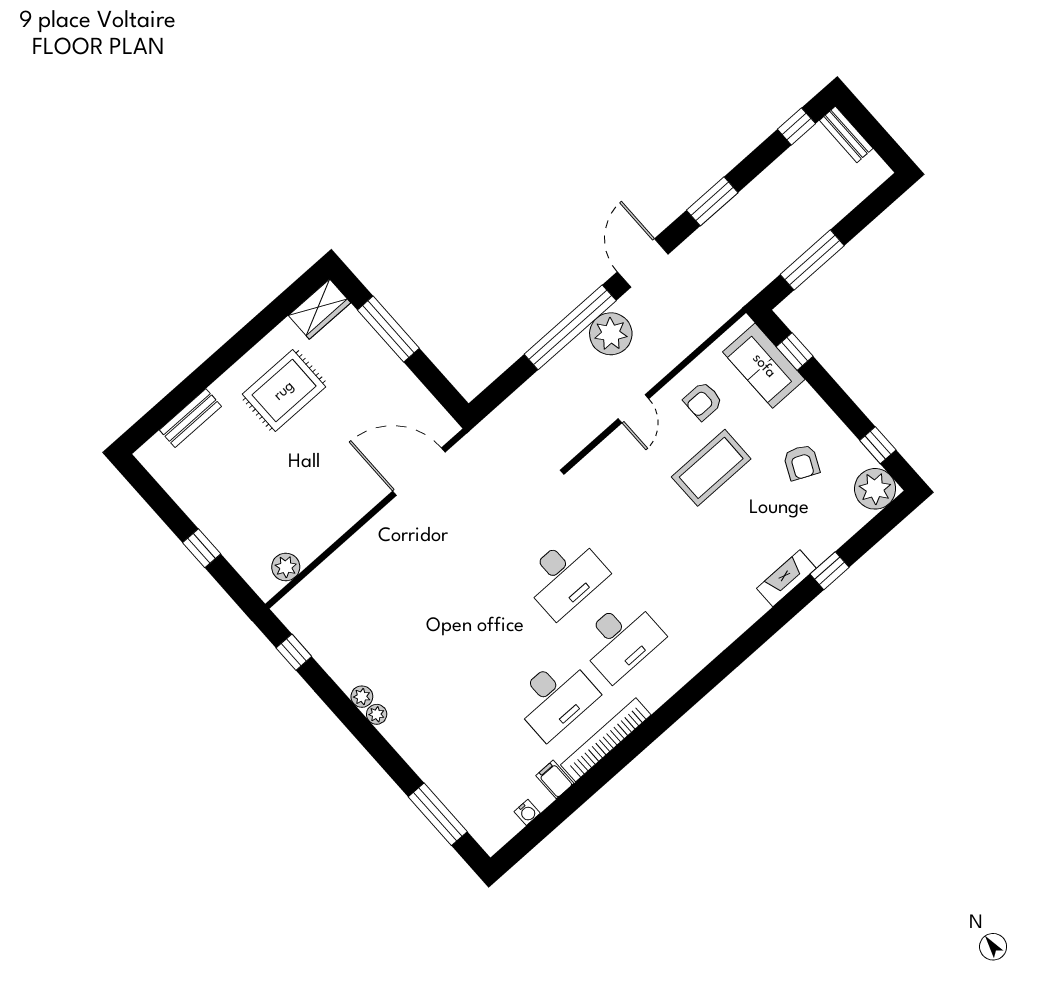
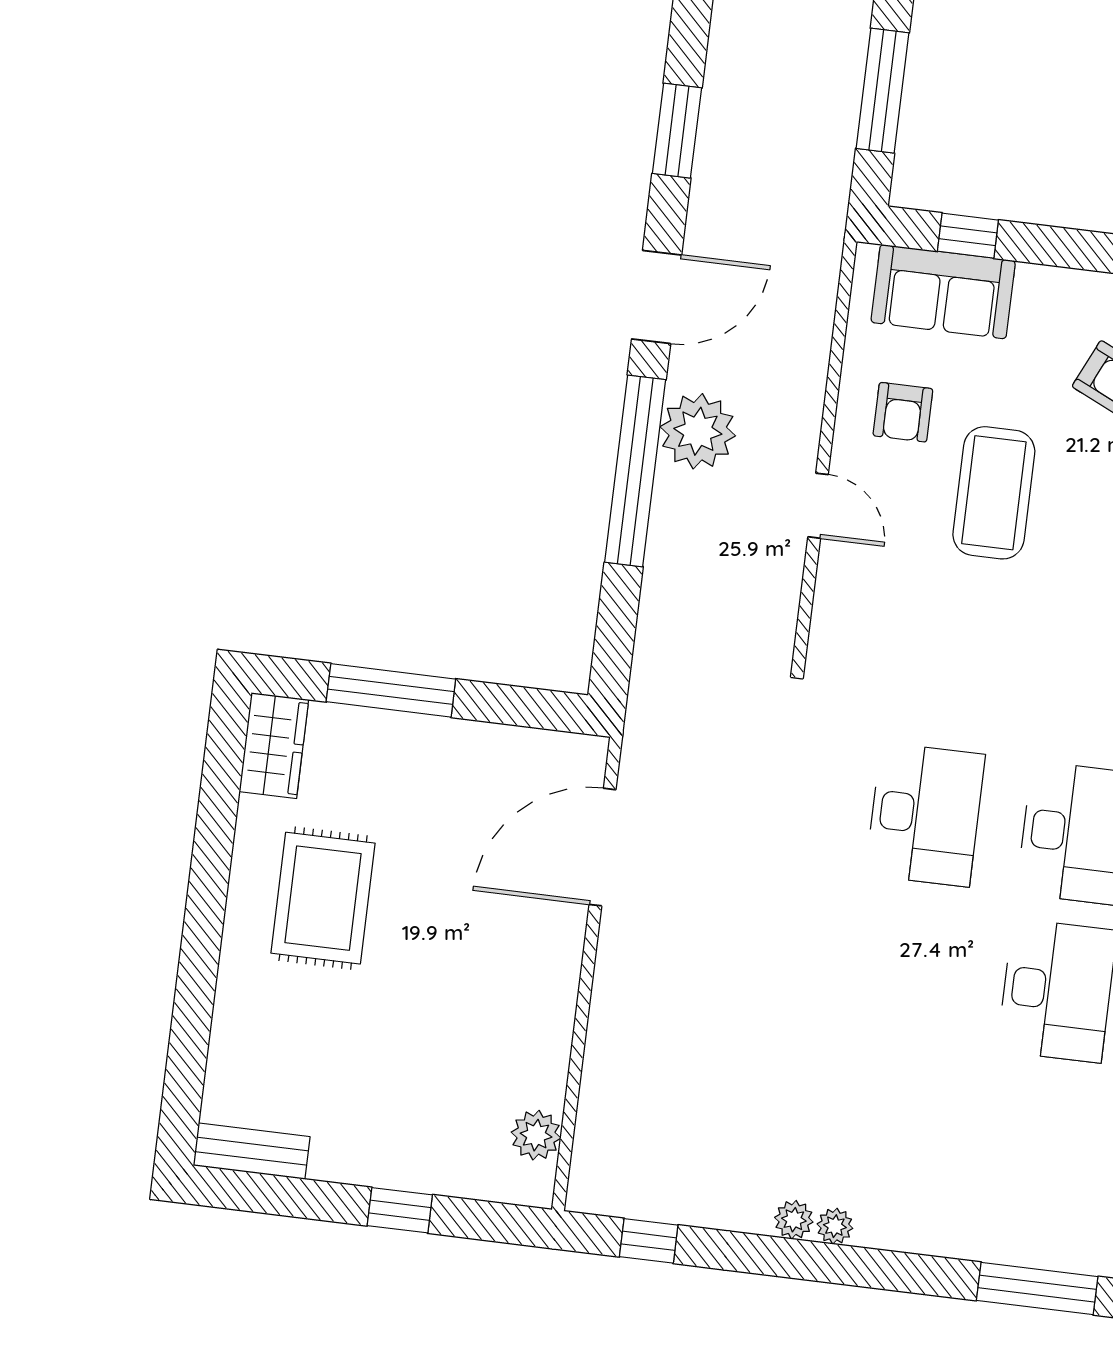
door: (643, 263) -> (657, 297), swing flipped
bench: (190, 418) -> (252, 1151), moved, turned 90

